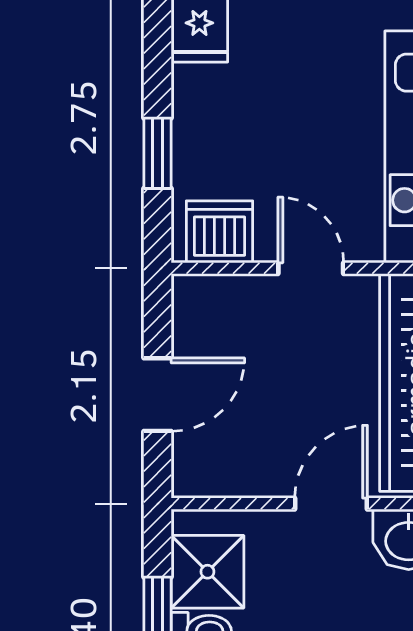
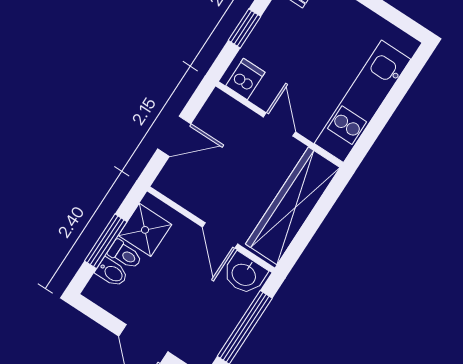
dishwasher: (219, 232) -> (245, 79), width x0.73
door: (331, 504) -> (220, 235), swing flipped

